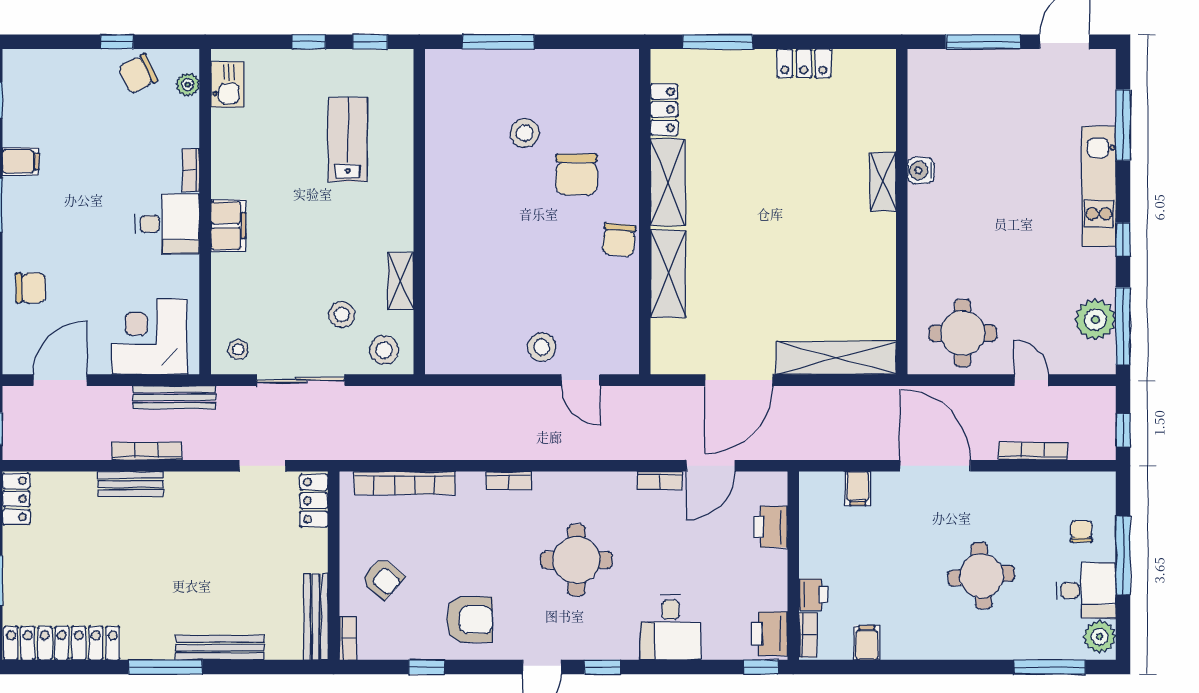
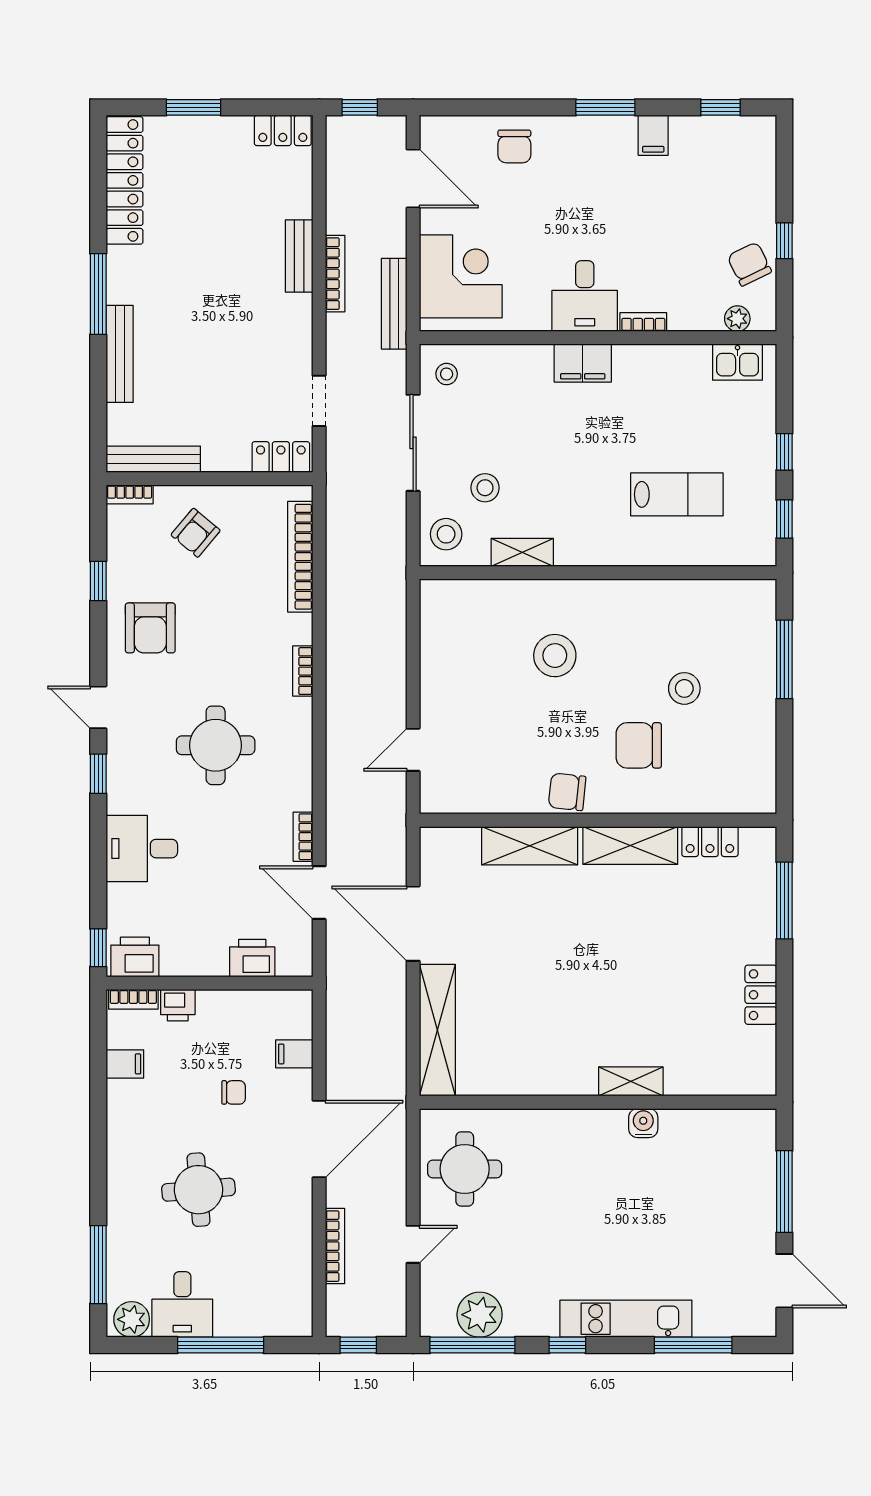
stool: (542, 347) -> (555, 656), moved, width x1.38, depth x1.38
chair: (1081, 532) -> (234, 1092), moved

